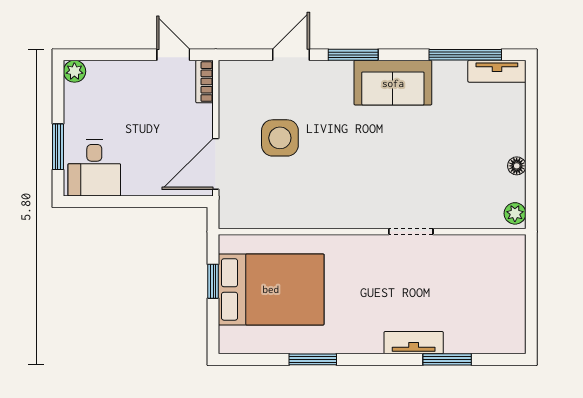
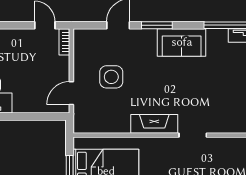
door: (216, 164) -> (71, 93), width x0.73
fireplace: (349, 213) -> (154, 124), added

